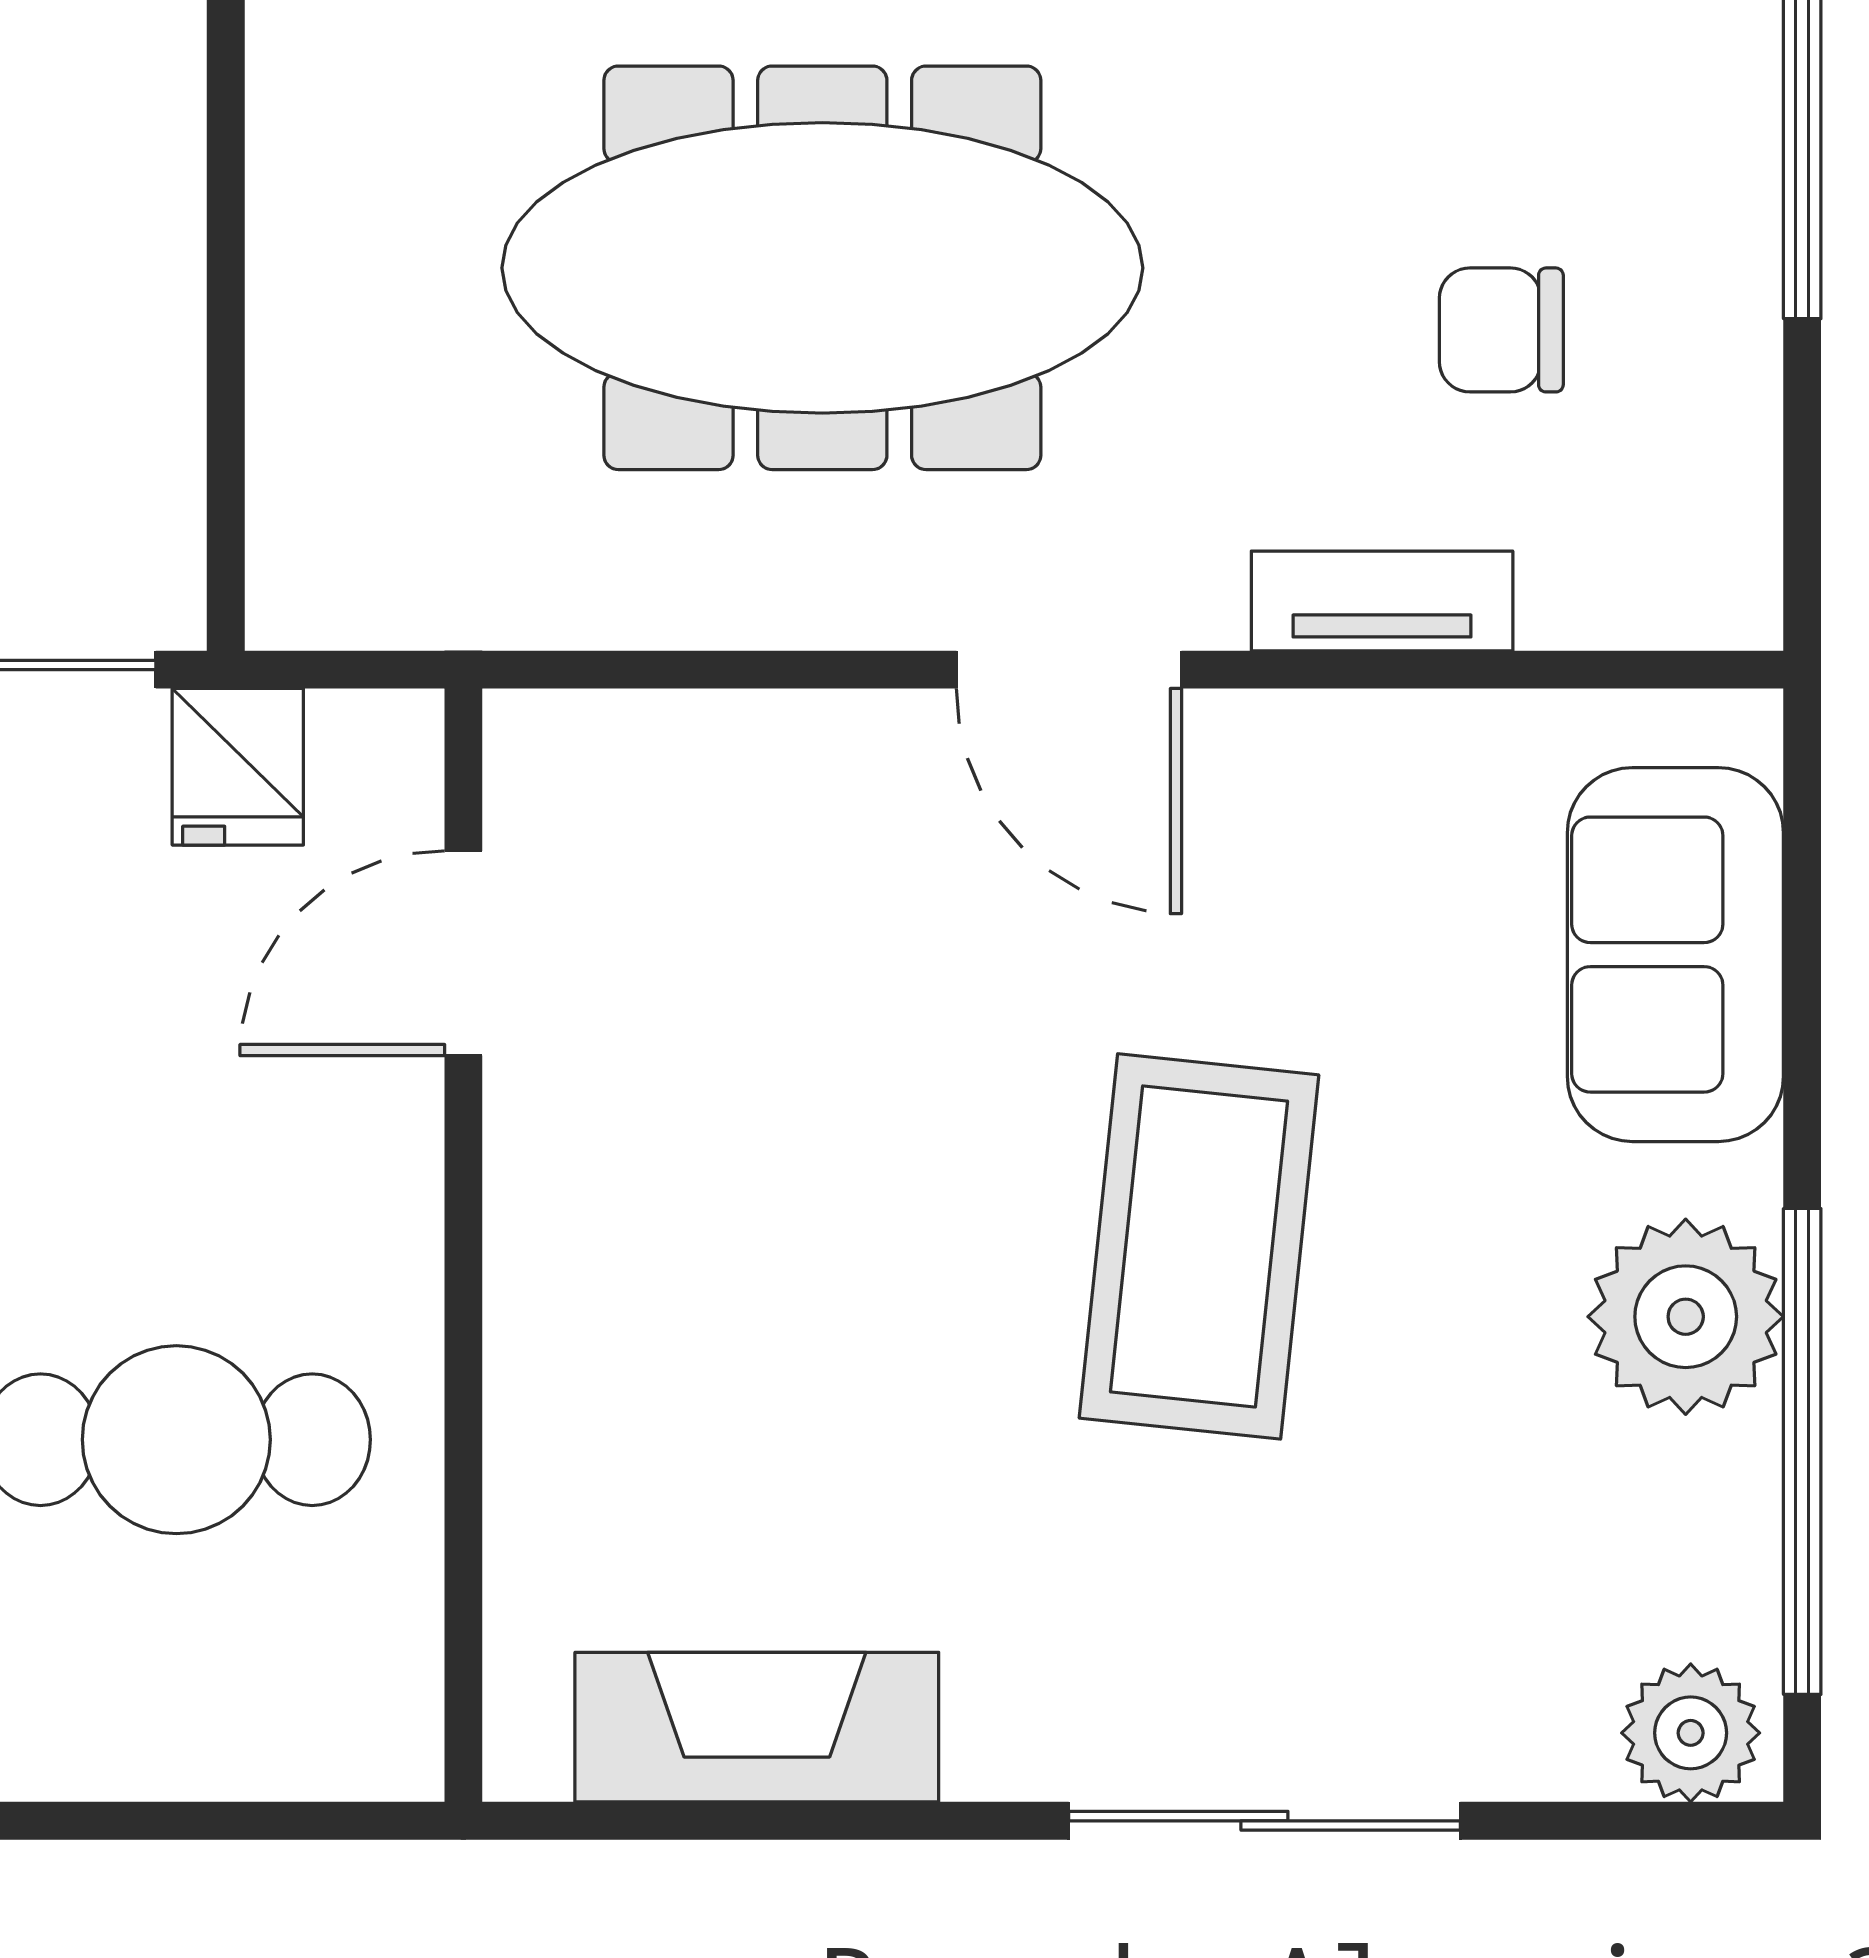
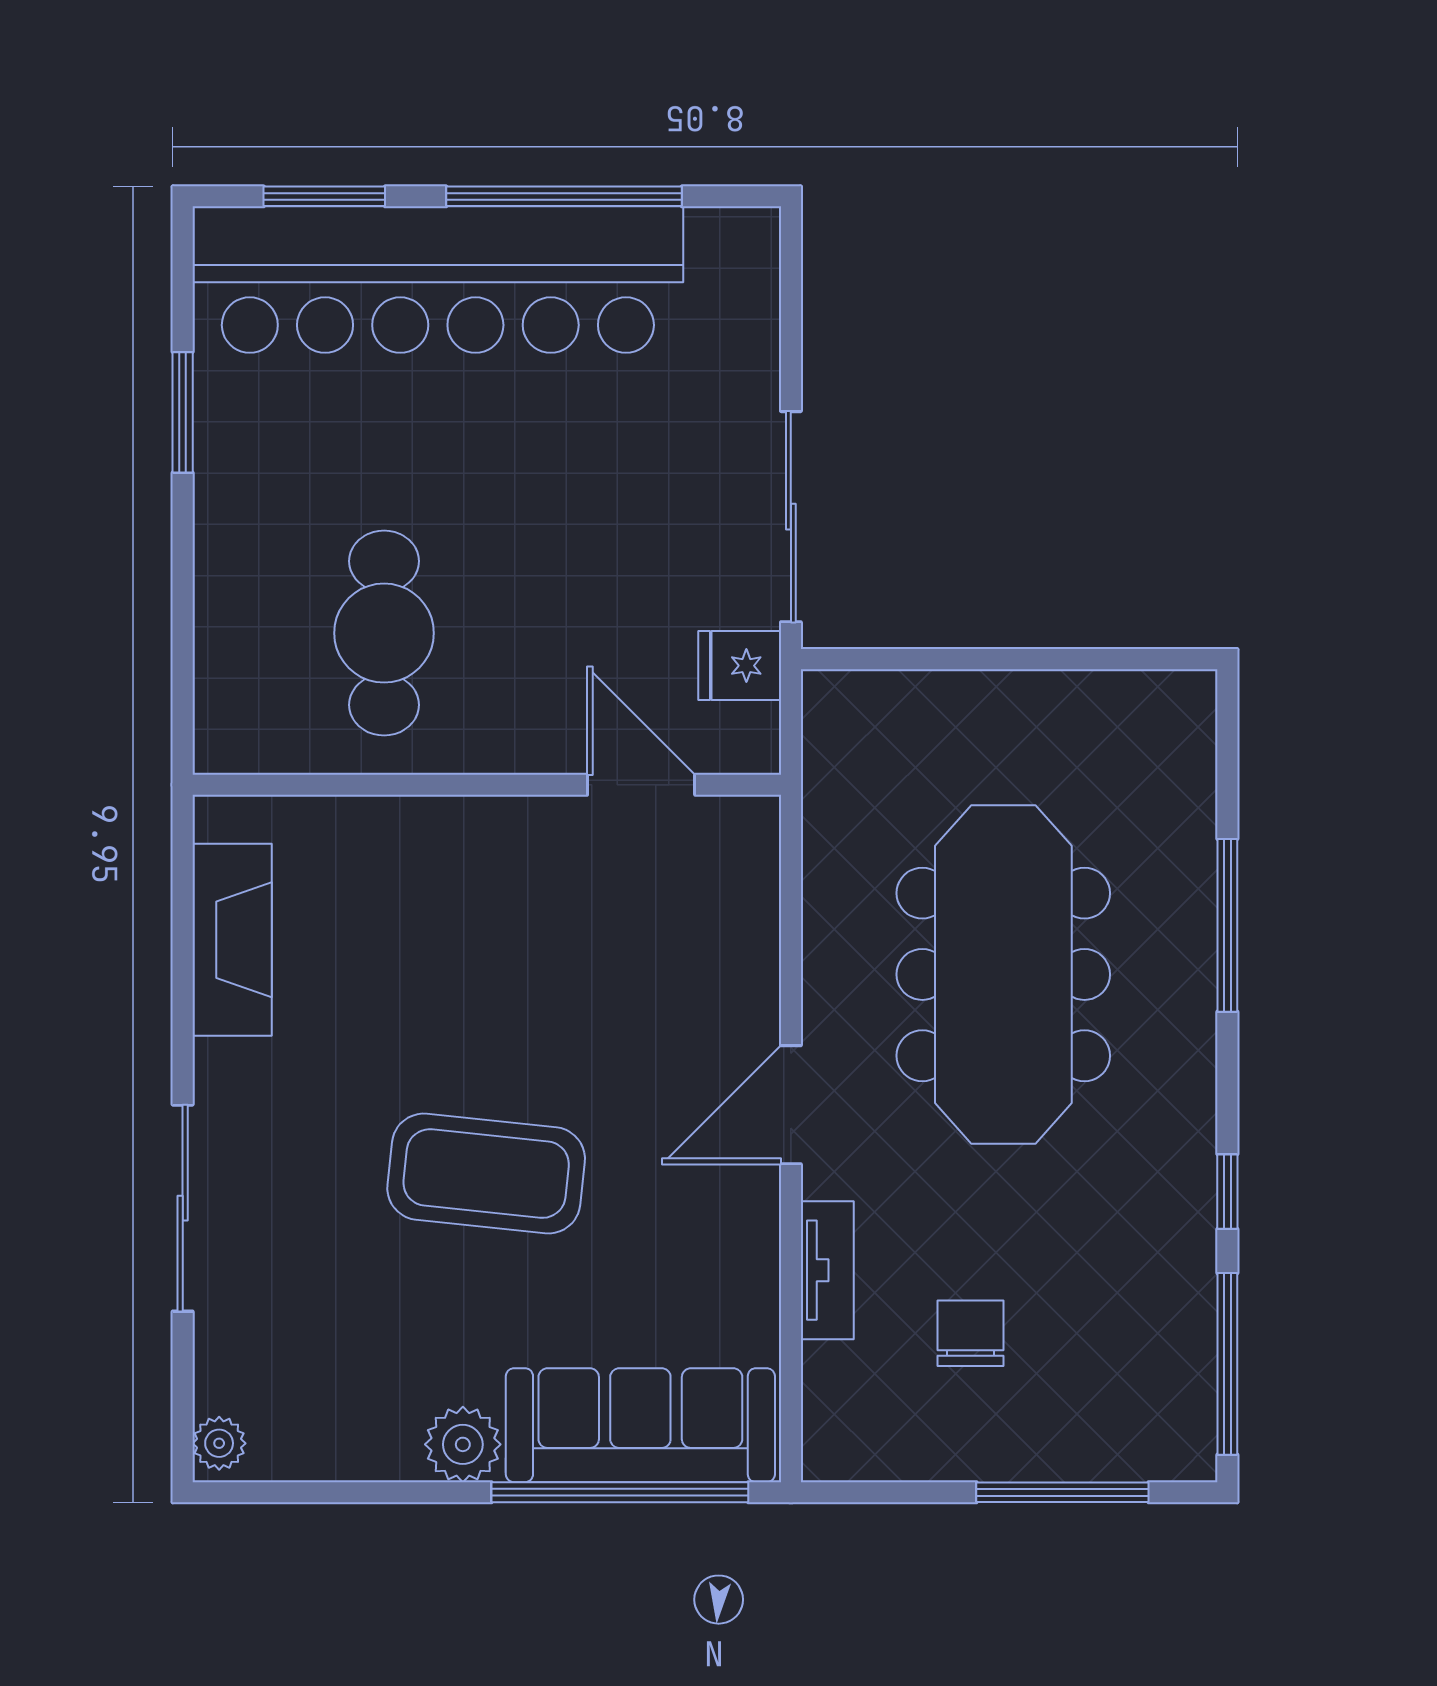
sofa: (1675, 955) -> (640, 1425), width x1.36
plant: (1686, 1317) -> (463, 1444), width x0.73, depth x0.73
window: (1802, 1451) -> (620, 1492), moved
plant: (1691, 1733) -> (219, 1443), width x0.73, depth x0.73

